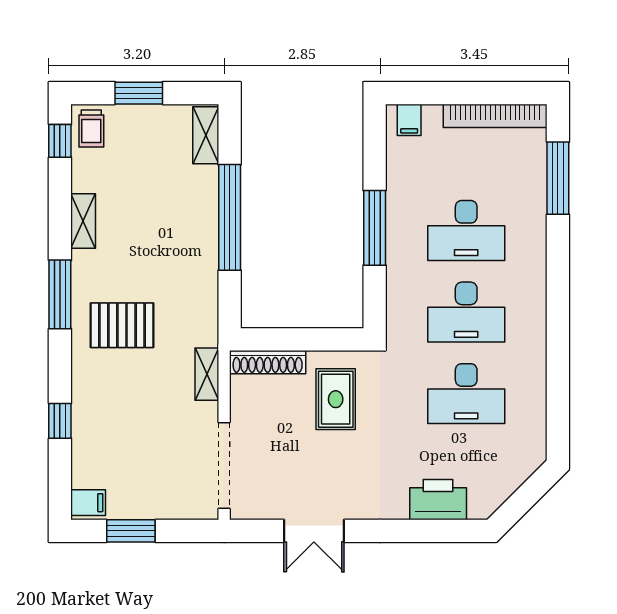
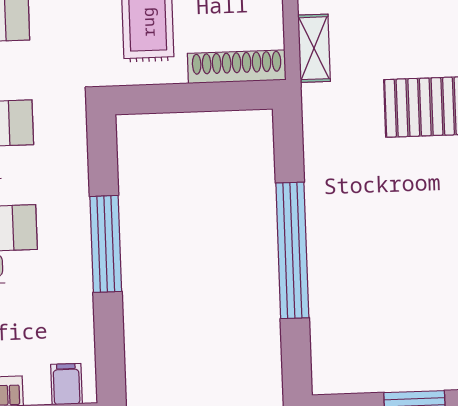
shelving: (206, 135) -> (327, 355), removed

